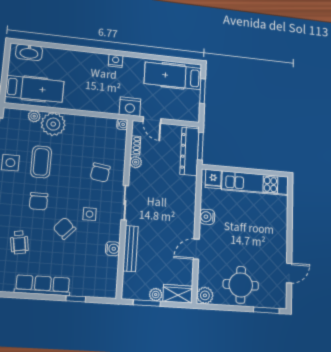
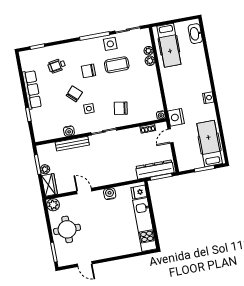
plant: (53, 124) -> (150, 61), width x0.53, depth x0.53
plant: (136, 162) -> (135, 132), removed

